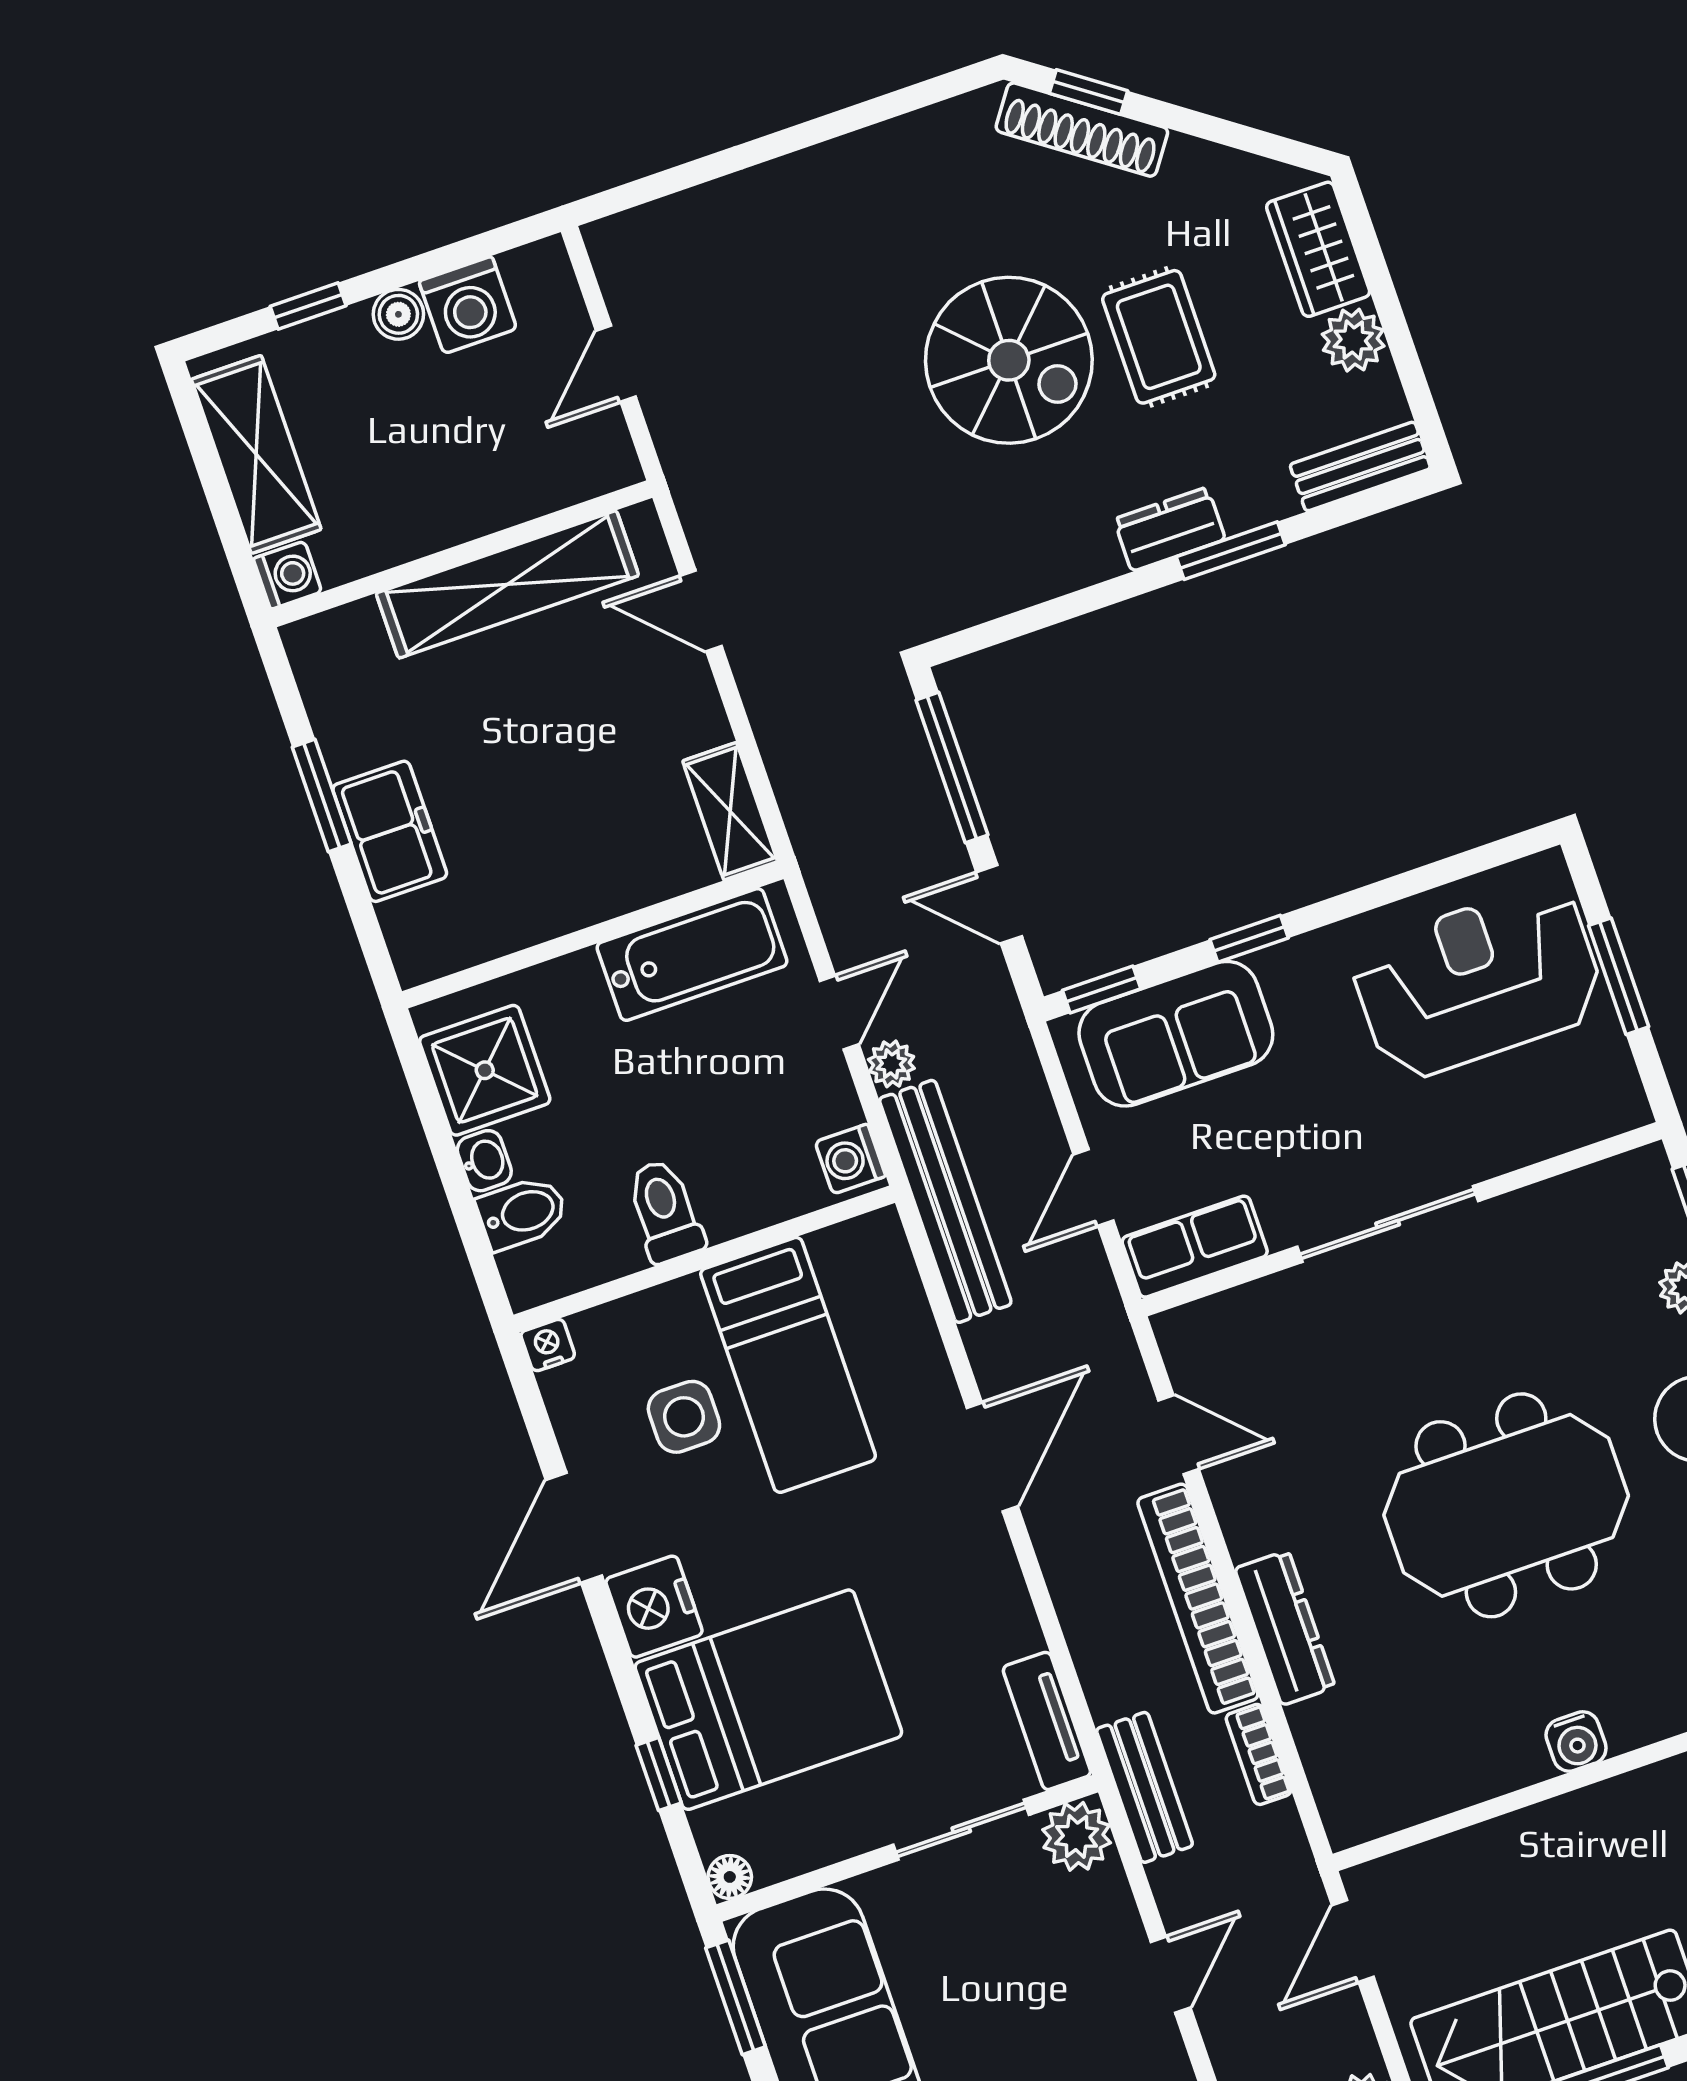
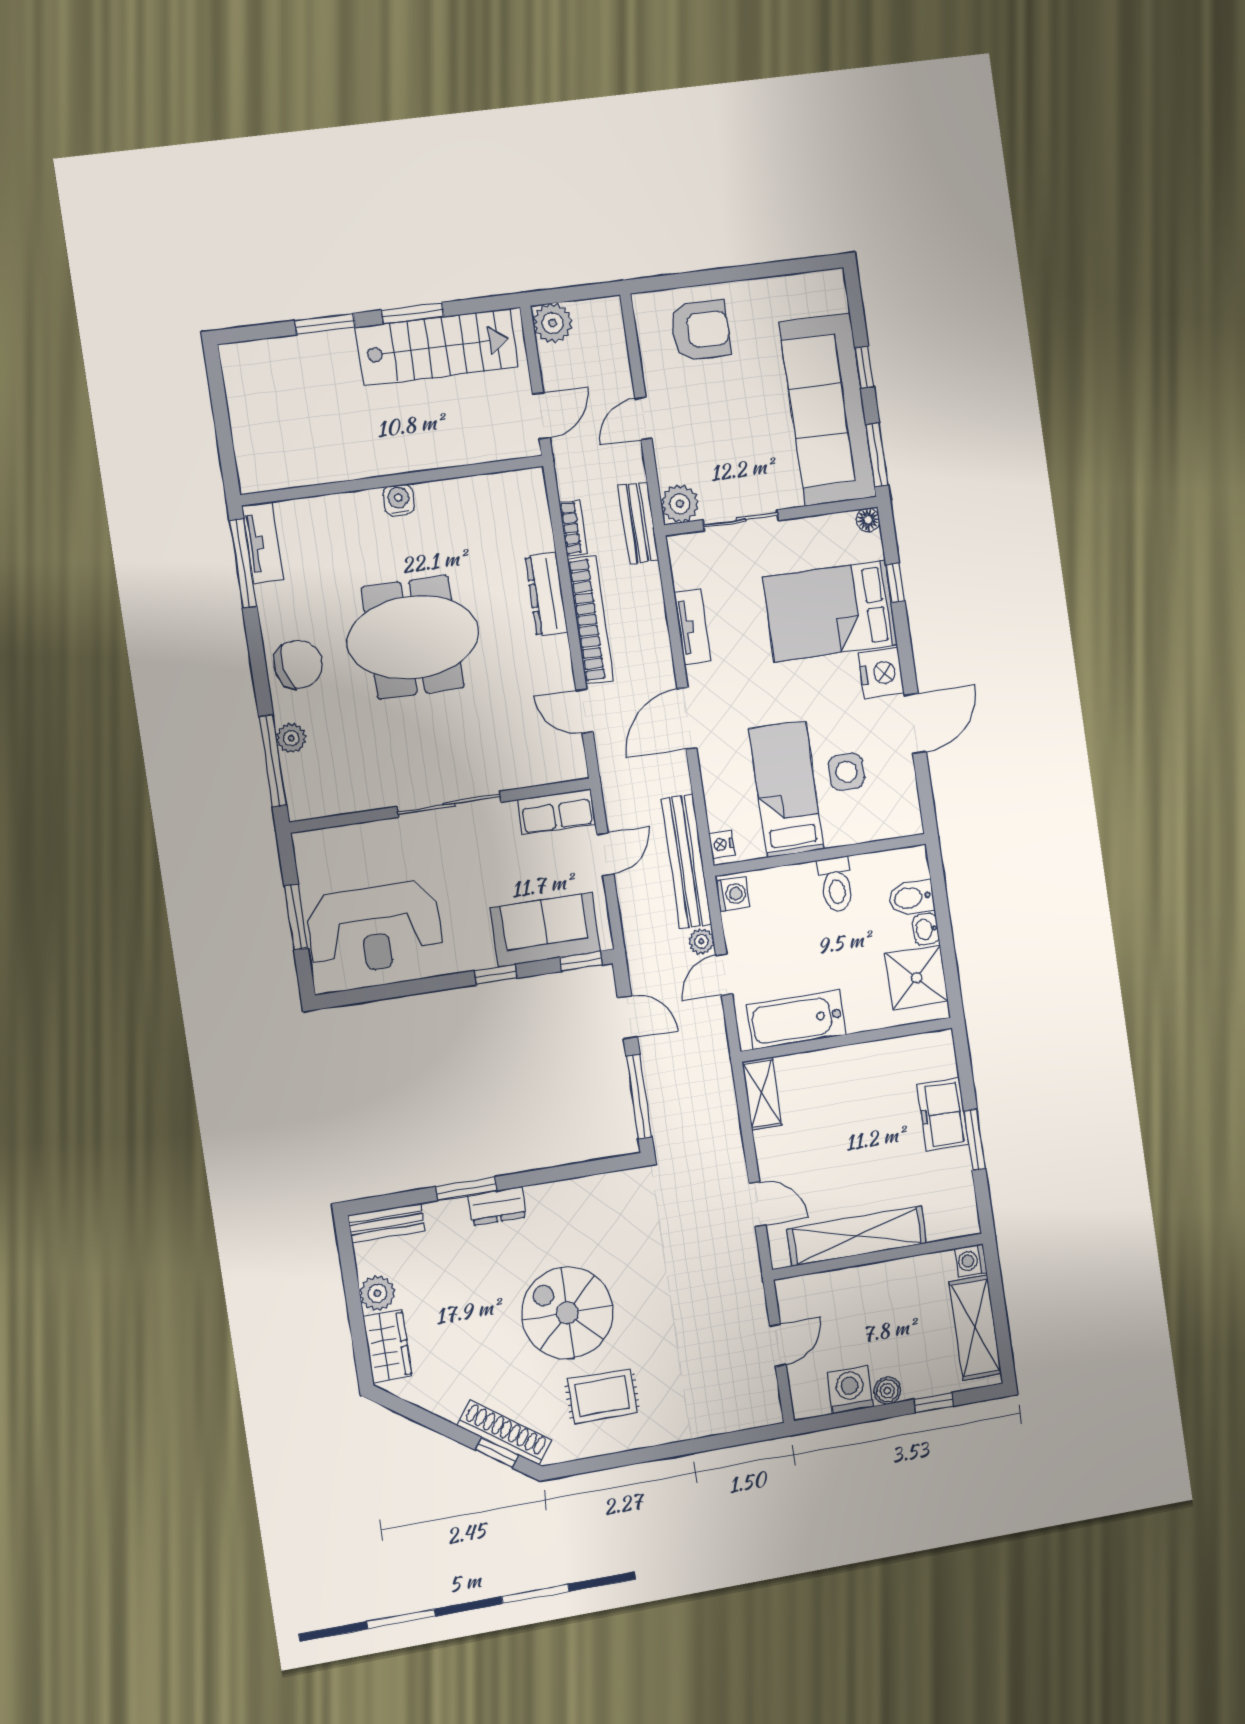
rug: (1159, 337) -> (602, 1396), moved, turned 90
nightstand: (548, 1345) -> (722, 844), moved, turned 90
tv unit: (1047, 1721) -> (692, 626), moved

